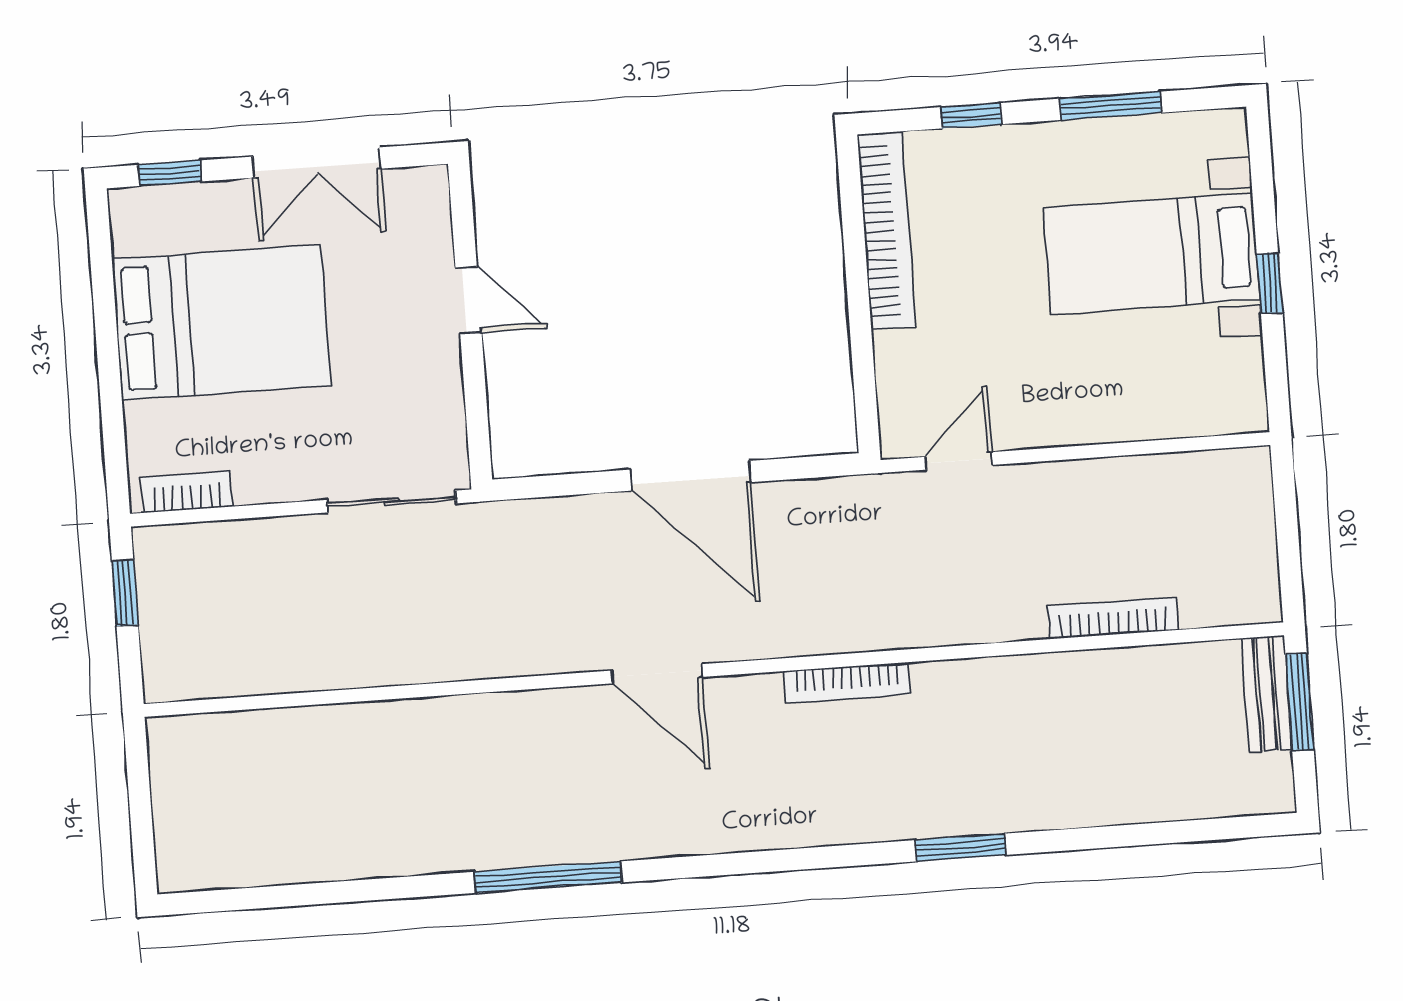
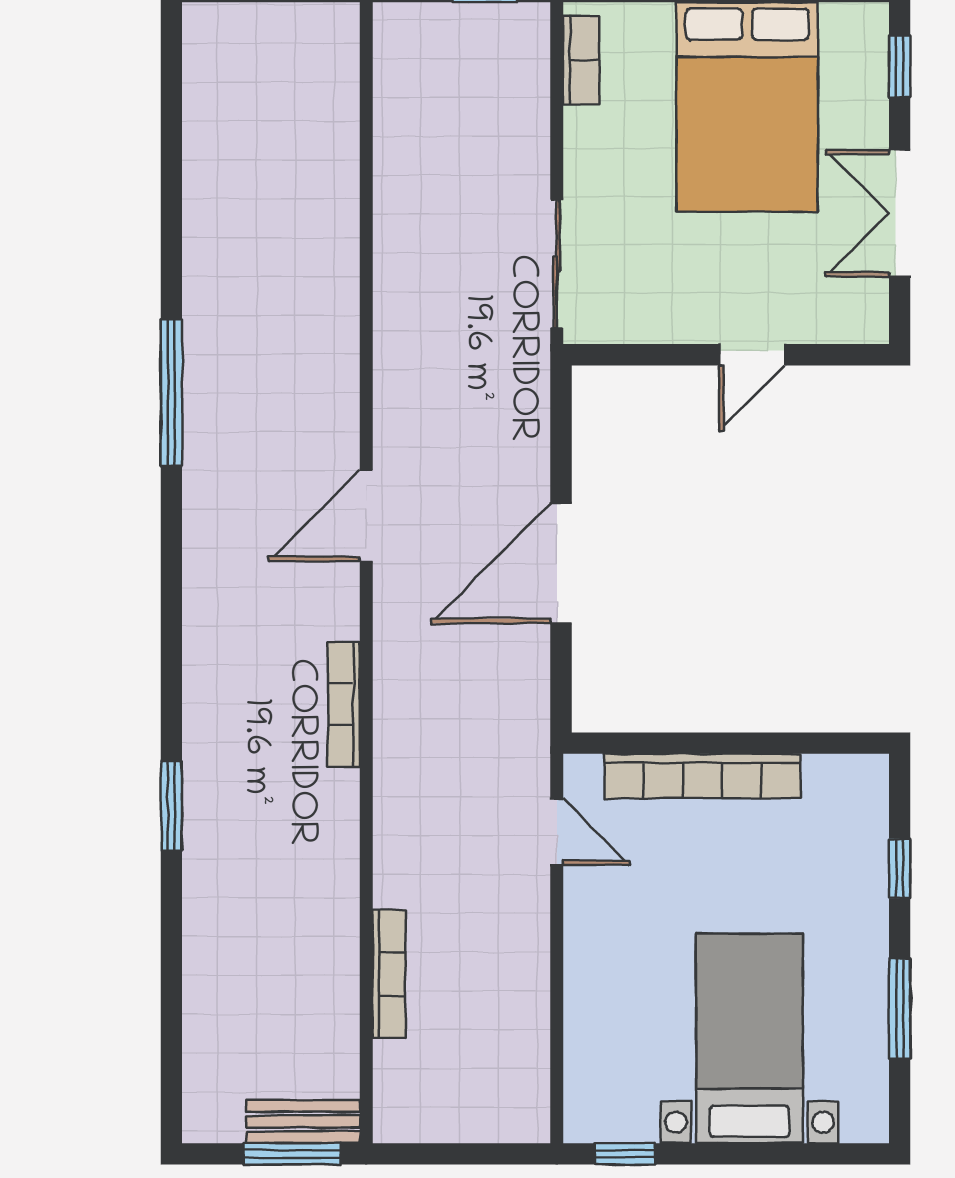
bookcase: (886, 231) -> (702, 776), moved
window: (1270, 283) -> (625, 1154), moved

